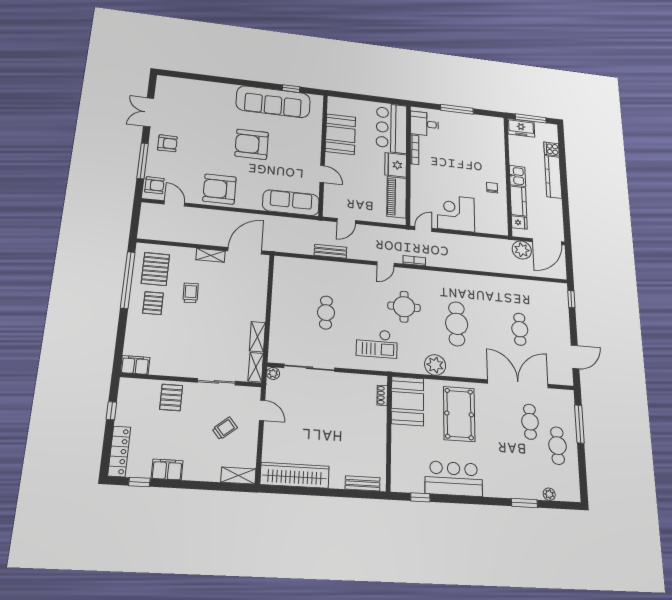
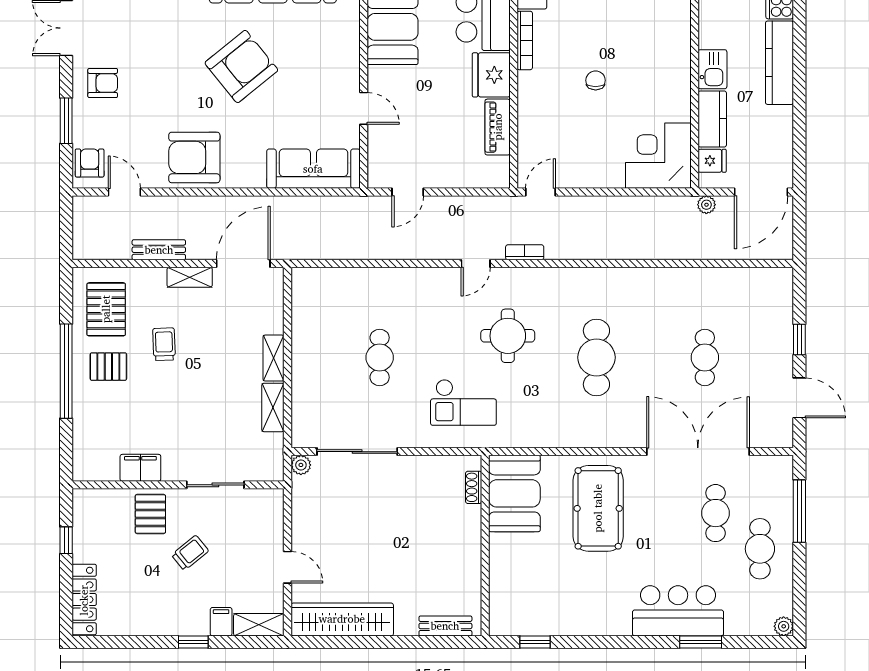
armchair: (252, 144) -> (241, 66), turned 141
window: (143, 161) -> (66, 121), width x0.69
armchair: (154, 185) -> (90, 163), turned -90
chair: (492, 188) -> (596, 80), moved
piano: (397, 197) -> (498, 127), width x0.73, depth x0.75
corner desk: (456, 213) -> (658, 156), moved
plant: (522, 250) -> (706, 205), width x0.53, depth x0.53
bench: (331, 251) -> (159, 250), moved
window: (128, 280) -> (66, 371), moved
window: (571, 299) -> (799, 339), moved
pallet: (153, 303) -> (108, 367), turned 90
door: (575, 357) -> (799, 398), hinge flipped
filing cabinet: (135, 365) -> (140, 468), moved
plant: (435, 365) -> (559, 431), removed
shelving: (256, 367) -> (274, 358), moved
door: (262, 410) -> (287, 567), moved
trolley: (225, 428) -> (190, 553), moved
filing cabinet: (167, 469) -> (221, 622), moved, width x0.50
bar counter: (454, 479) -> (678, 611), moved
window: (139, 482) -> (193, 642), moved
plant: (549, 494) -> (784, 626), moved

